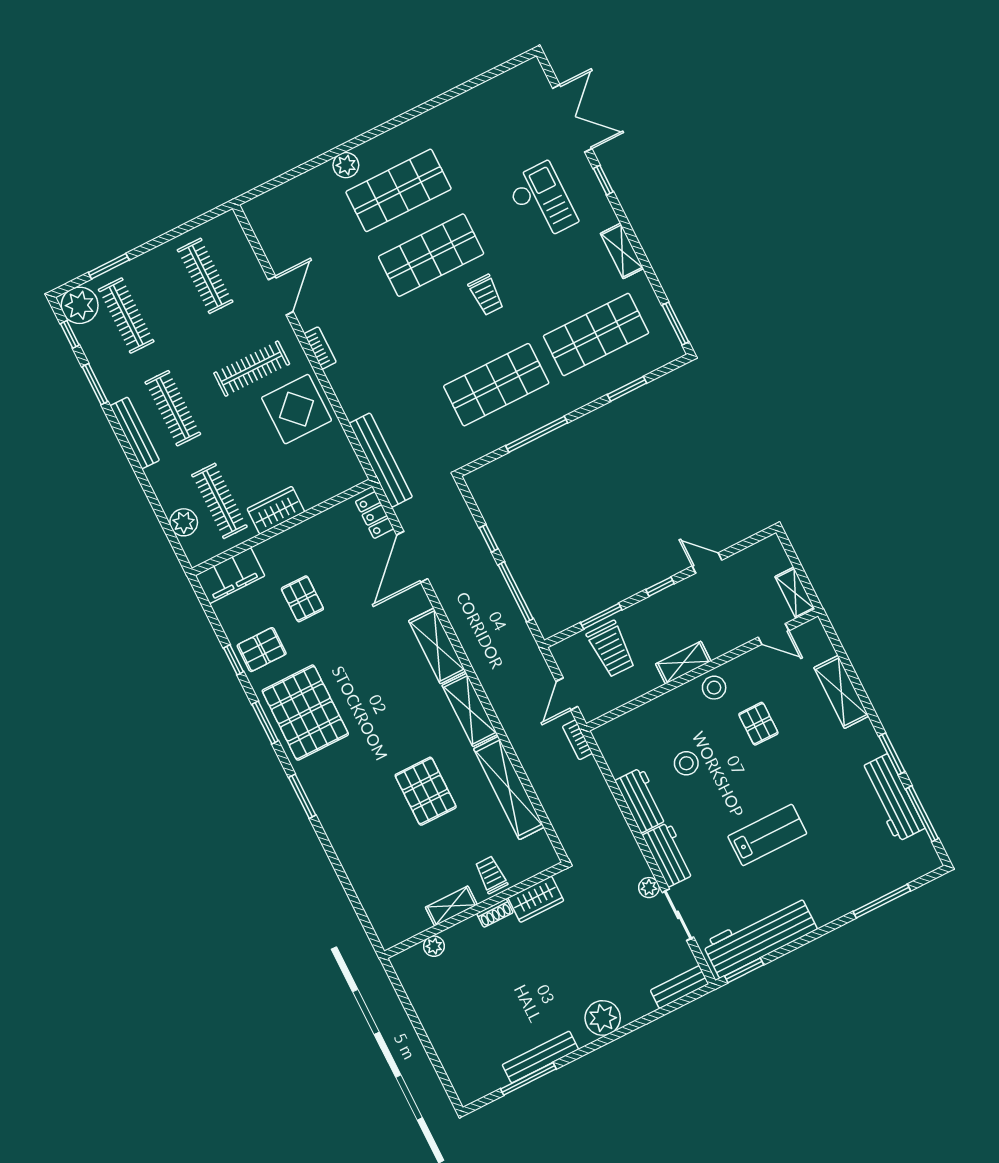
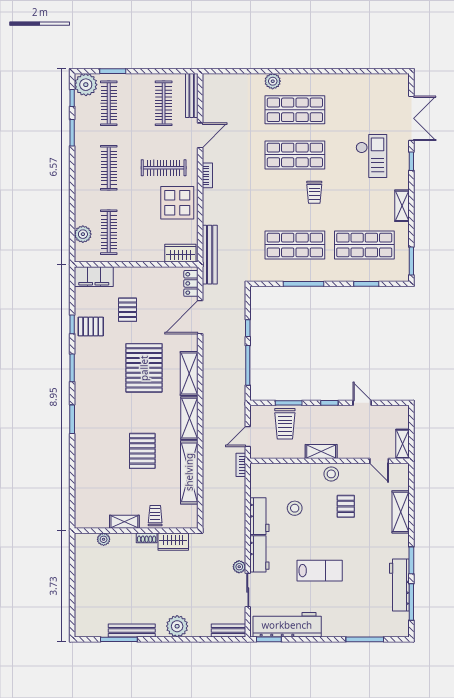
bench: (135, 433) -> (192, 95), moved
wardrobe: (276, 510) -> (180, 253), moved
pallet: (305, 713) -> (144, 368), moved

